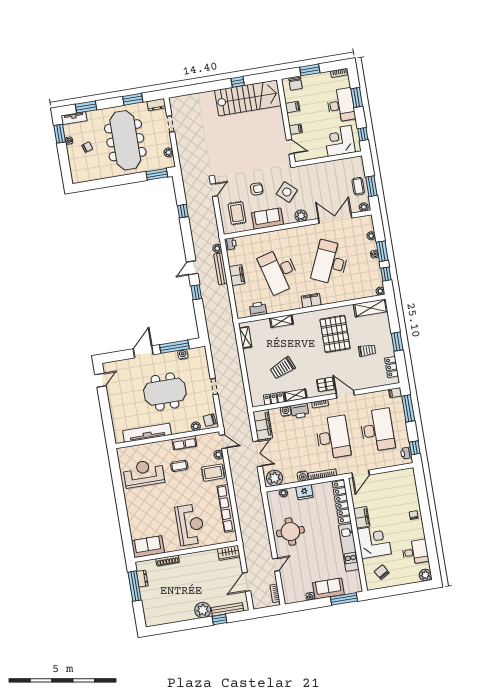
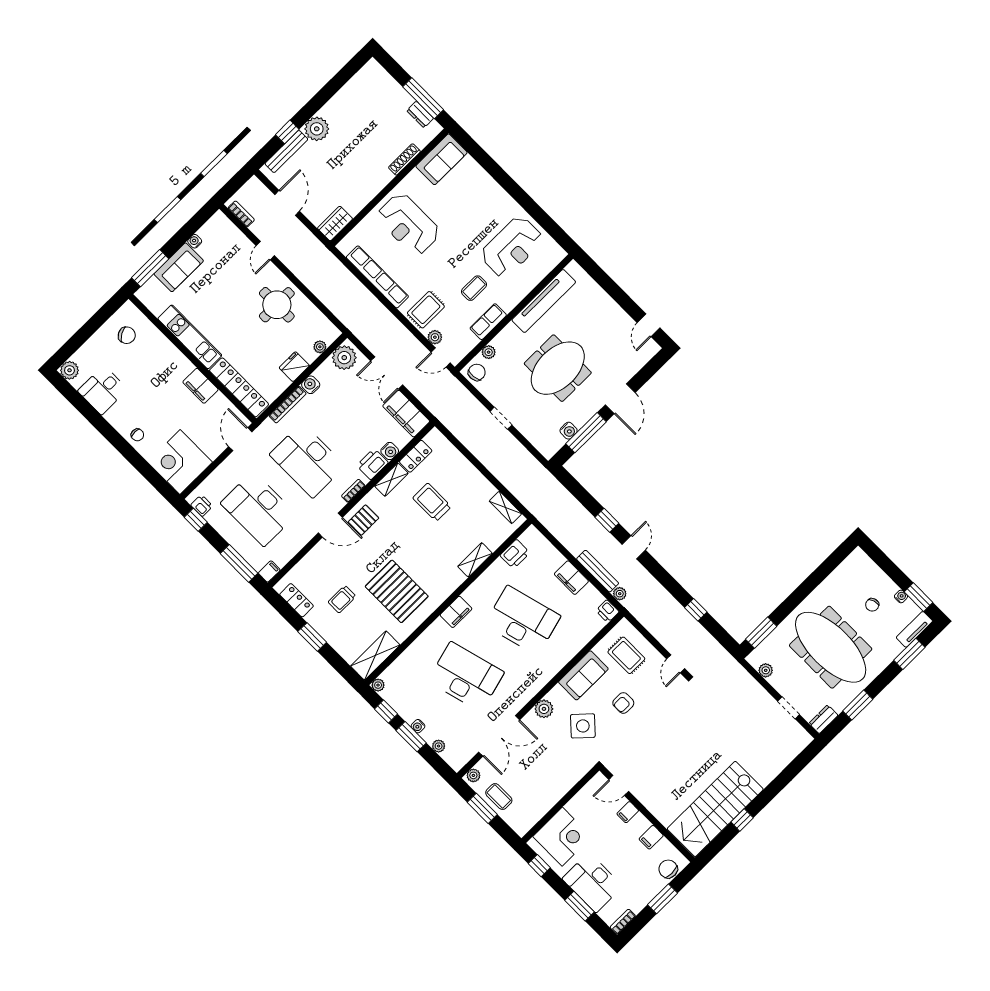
desk: (330, 262) -> (466, 677), turned -39
trolley: (282, 368) -> (432, 502), turned -67
corner desk: (374, 542) -> (180, 462), moved, turned 90

